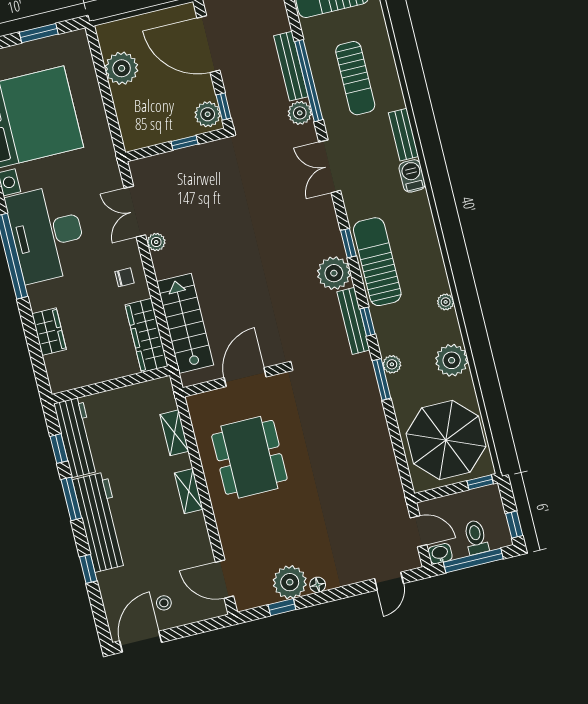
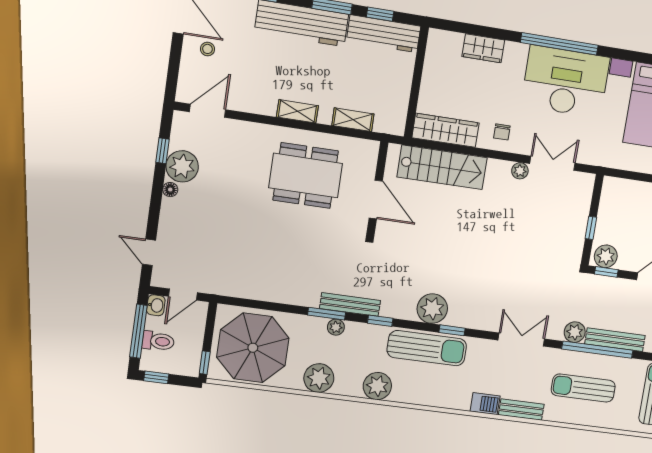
plant: (446, 302) -> (377, 386), width x1.88, depth x1.88
bench: (353, 321) -> (350, 304), moved

